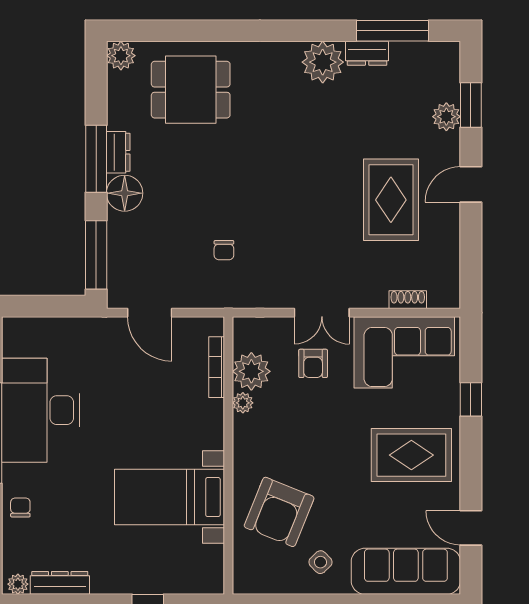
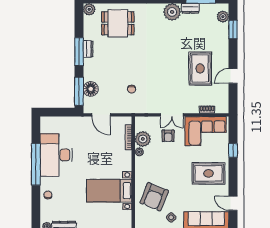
plant: (446, 117) -> (223, 17), moved
door: (471, 184) -> (233, 76), moved
floor lamp: (125, 193) -> (91, 89), moved

